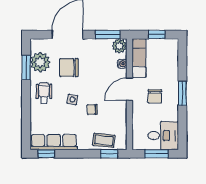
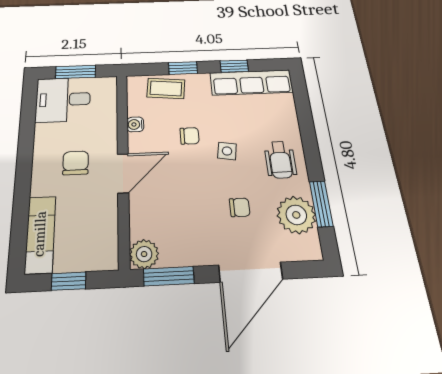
exam couch: (139, 58) -> (40, 234), moved, turned 180
water cooler: (122, 64) -> (135, 124), moved
chair: (69, 68) -> (240, 207), width x0.54, depth x0.54
window: (182, 93) -> (24, 170), removed
window: (46, 154) -> (234, 66), moved
window: (109, 154) -> (183, 68), moved

